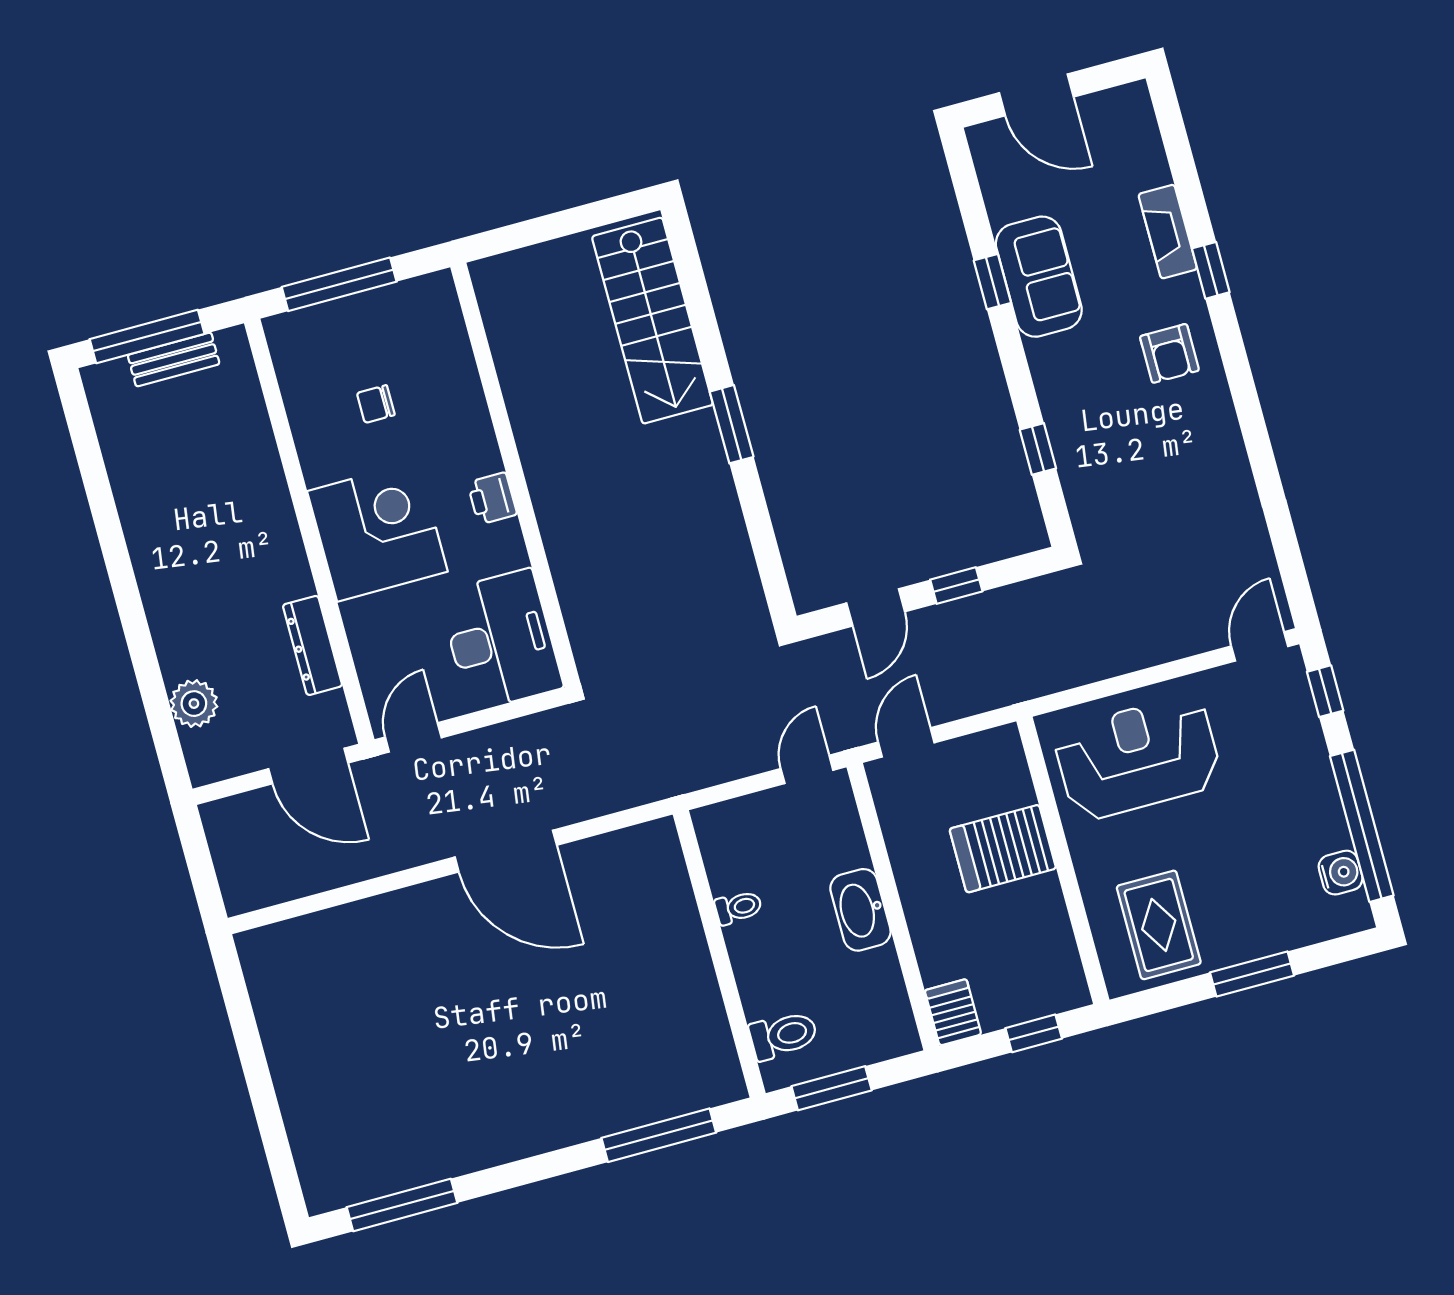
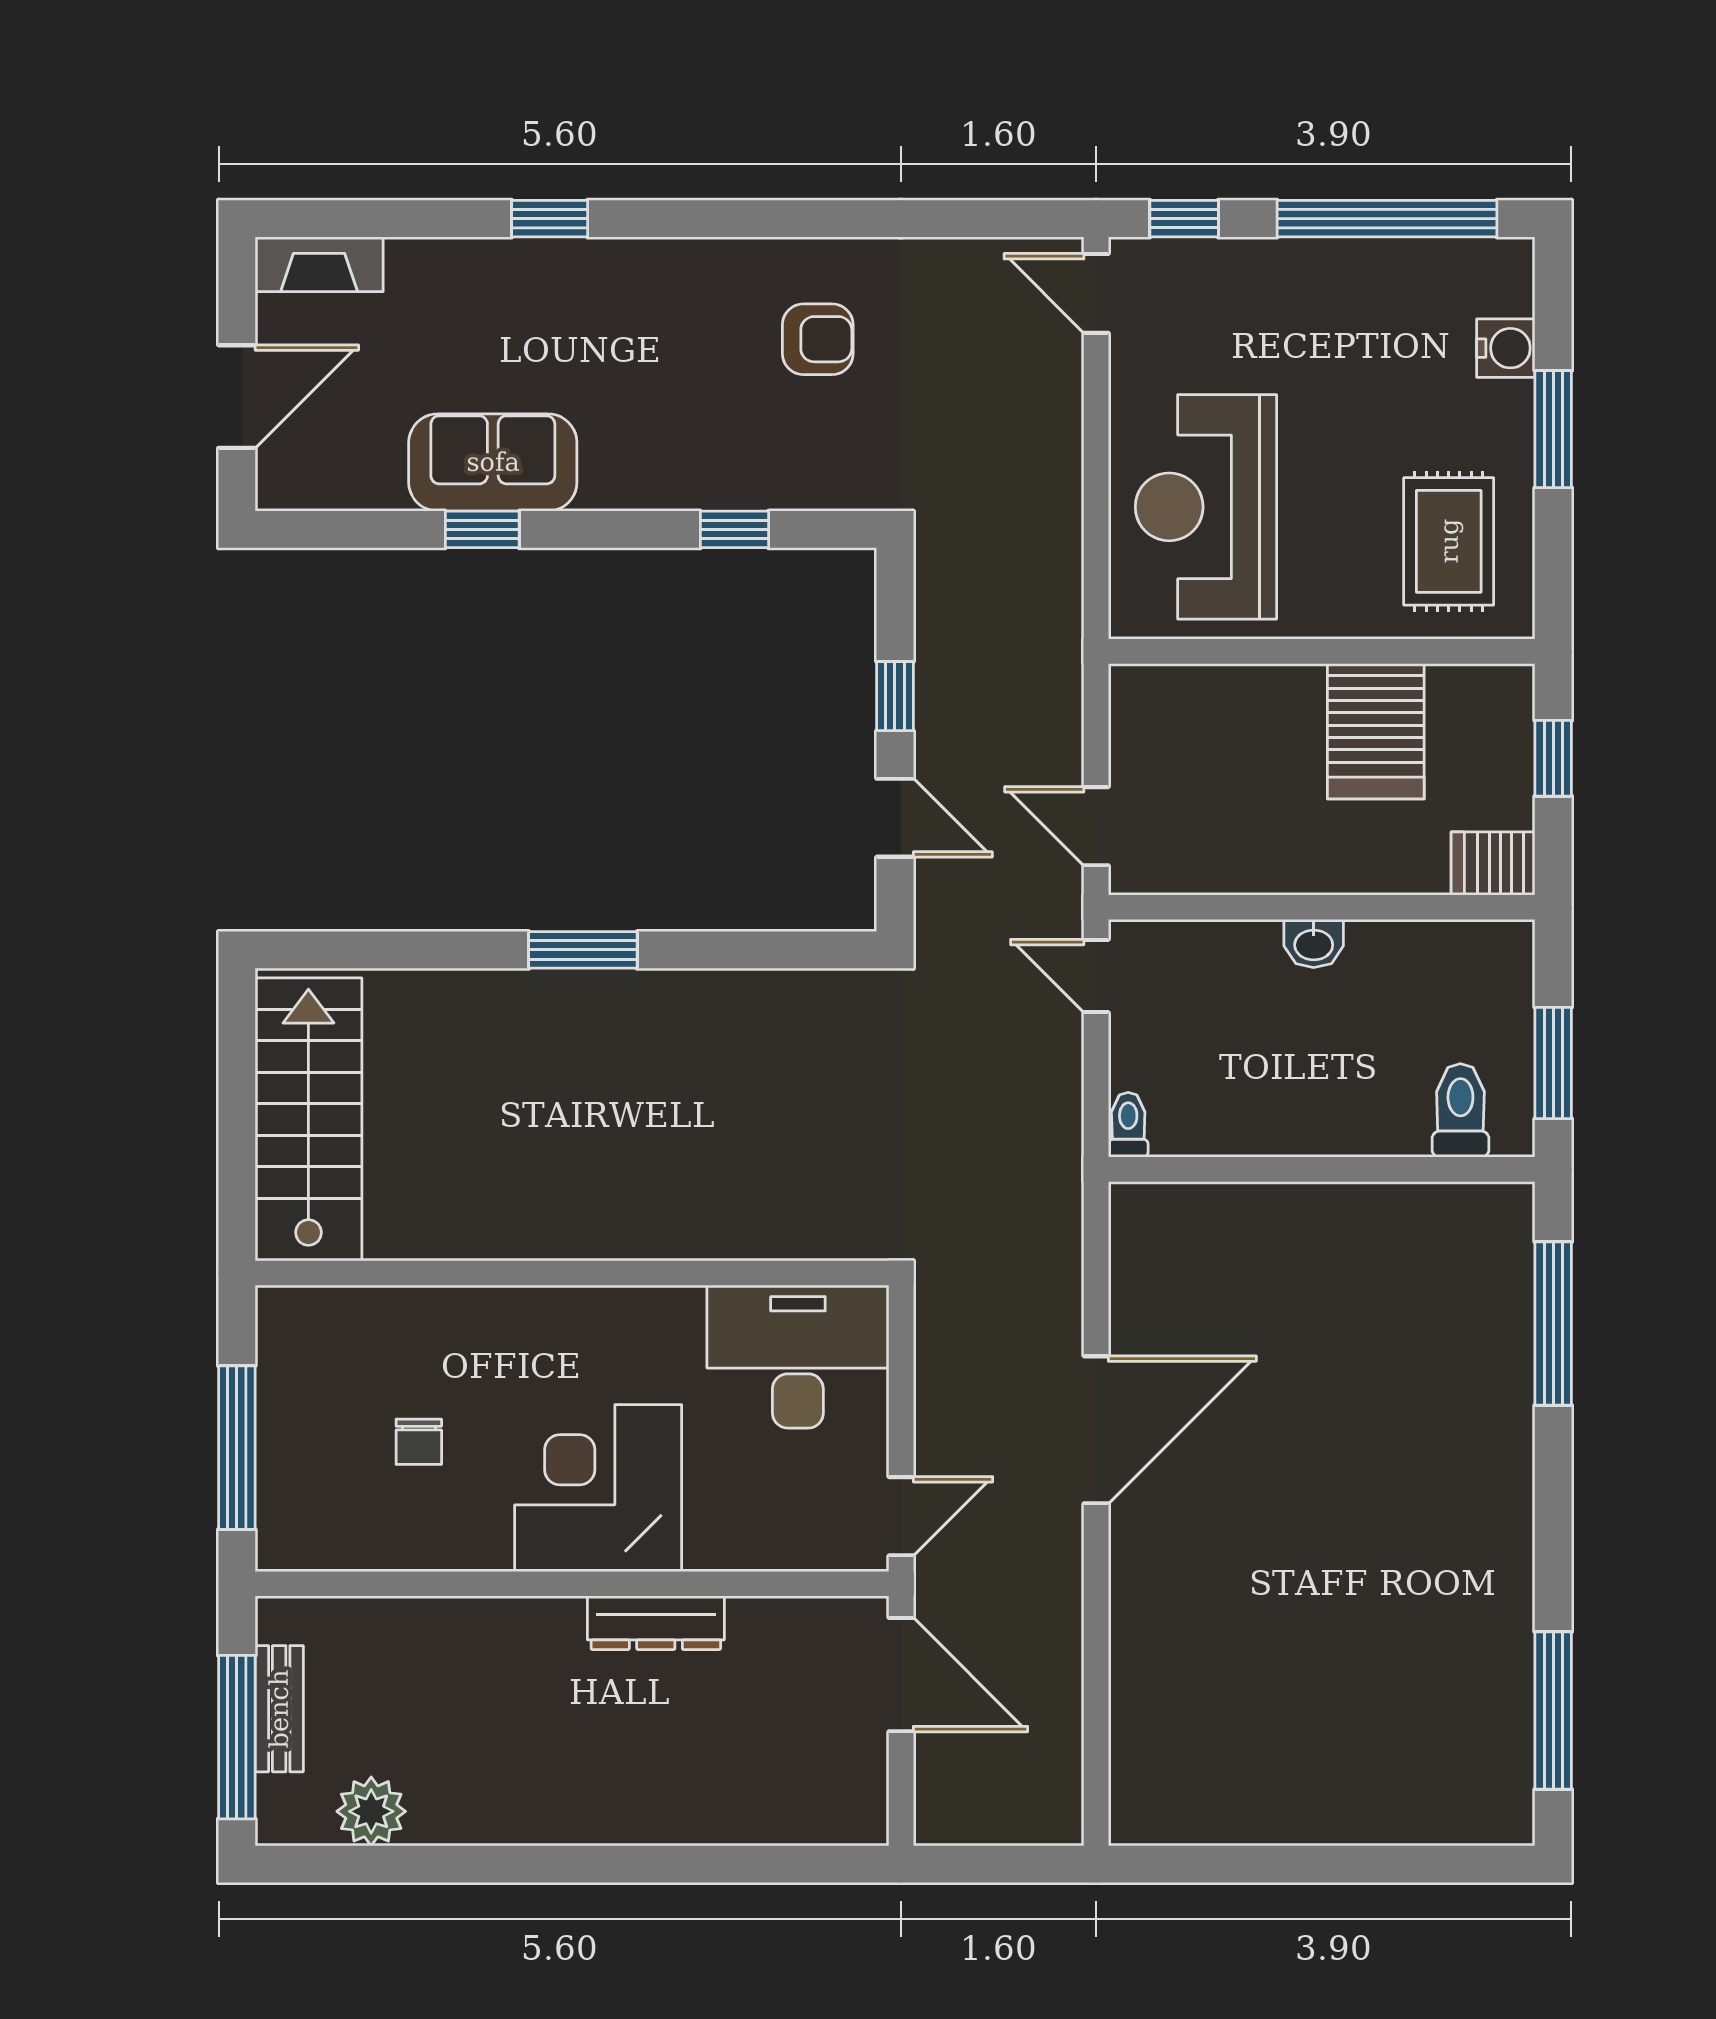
fireplace: (1168, 232) -> (319, 264), moved
stairs: (652, 321) -> (308, 1119), moved, turned -90
armchair: (1169, 353) -> (818, 339), moved
printer: (492, 498) -> (596, 1314), removed
dresser: (312, 645) -> (656, 1623), moved
plant: (194, 704) -> (371, 1811), moved
door: (413, 737) -> (901, 1516), swing flipped
door: (308, 766) -> (901, 1675), hinge flipped
server rack: (1003, 849) -> (1376, 731), moved
water cooler: (1341, 873) -> (1506, 348), moved, turned 90
toilet: (738, 907) -> (1128, 1125), moved
washbasin: (860, 910) -> (1314, 944), width x0.52, depth x0.69
rug: (1159, 925) -> (1449, 541), turned 90

